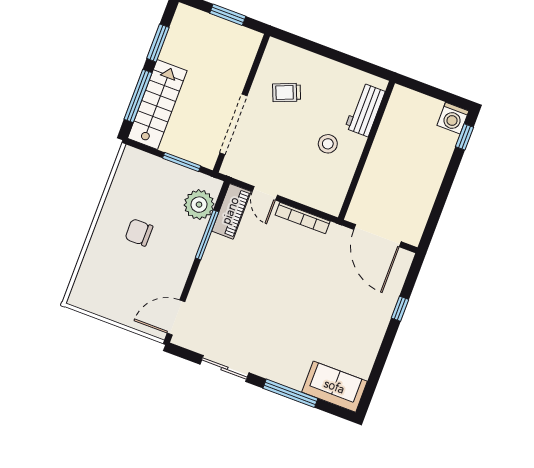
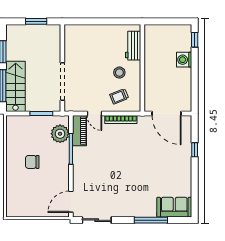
trolley: (287, 93) -> (119, 96), moved
washing machine: (453, 118) -> (184, 60), moved, turned 90
sliding door: (224, 369) -> (97, 220), moved

